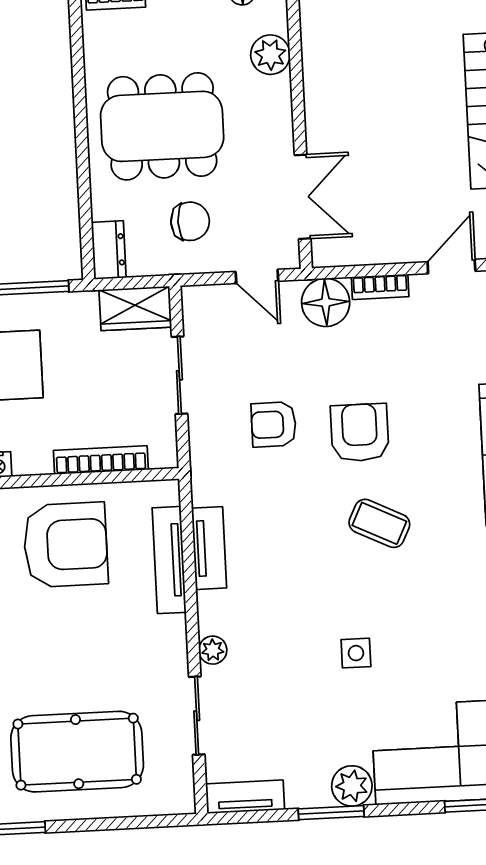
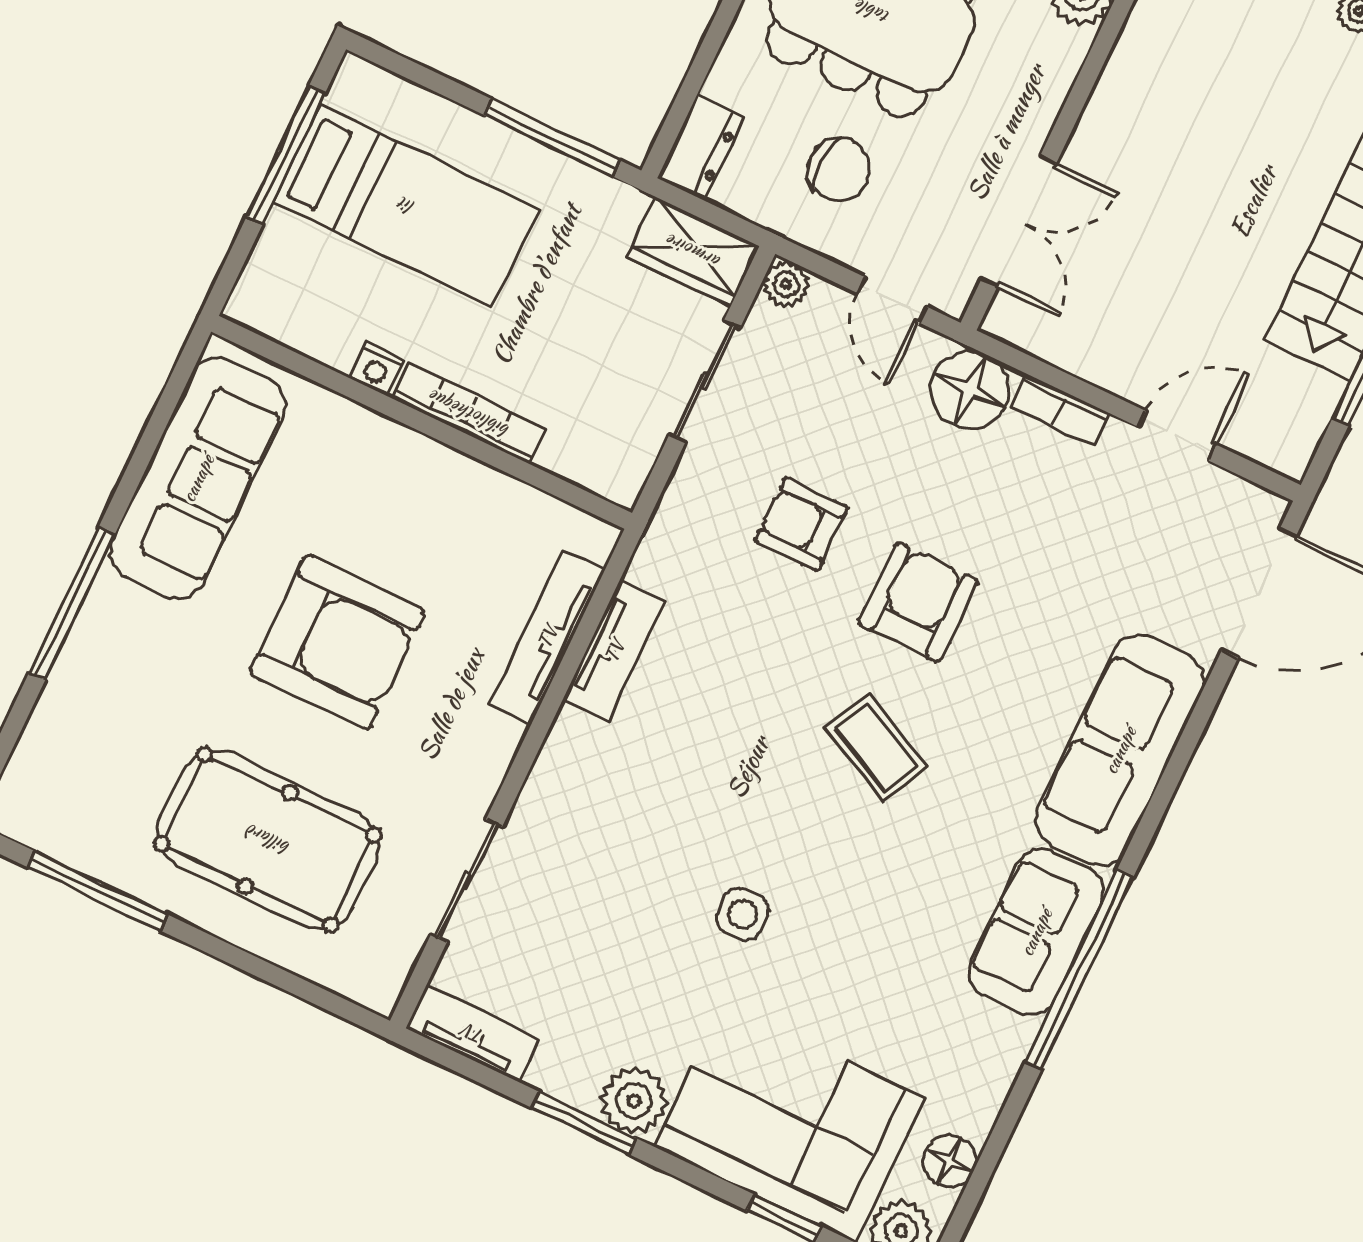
bookcase: (101, 460) -> (469, 414), moved
armchair: (66, 545) -> (337, 642), moved
plant: (213, 650) -> (786, 284), moved

